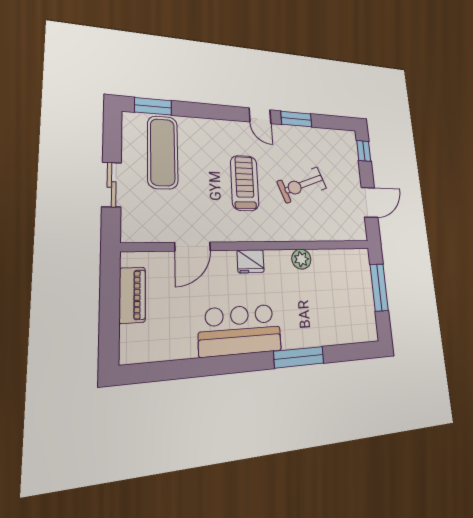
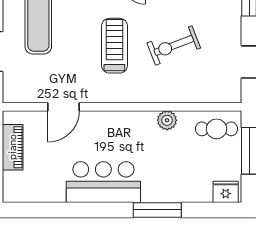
fridge: (251, 261) -> (226, 192), moved, turned 180
cafe table: (348, 267) -> (216, 129), added

